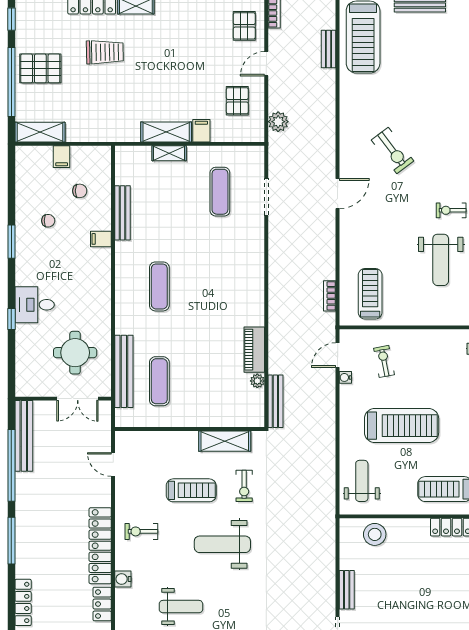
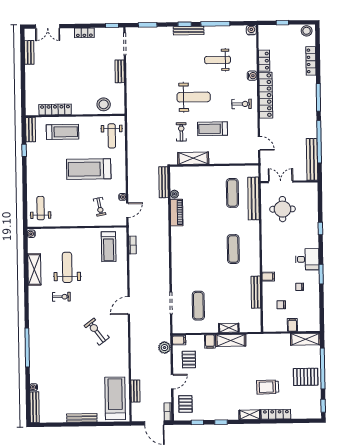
filing cabinet: (253, 134) -> (179, 340), added
desk: (35, 305) -> (307, 259), moved

